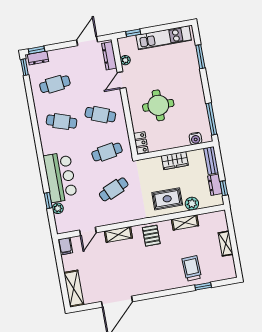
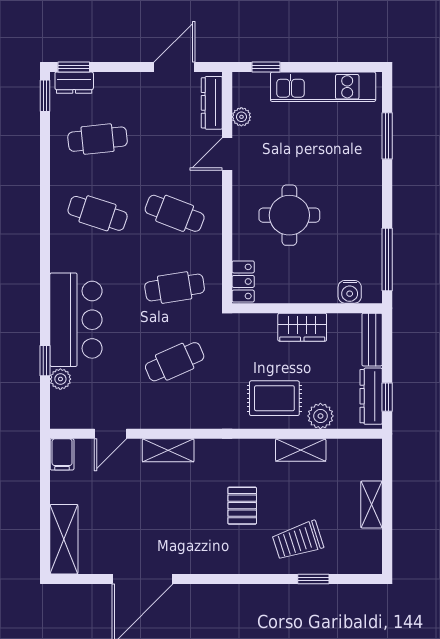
dresser: (215, 185) -> (371, 396), width x1.44
pallet: (151, 236) -> (242, 506), moved
trolley: (192, 268) -> (298, 541), turned -106

